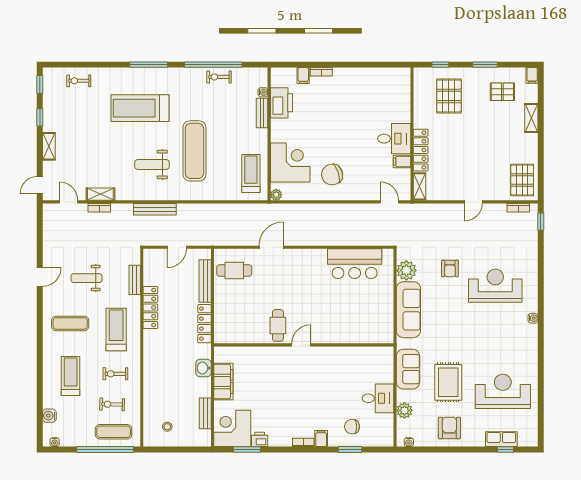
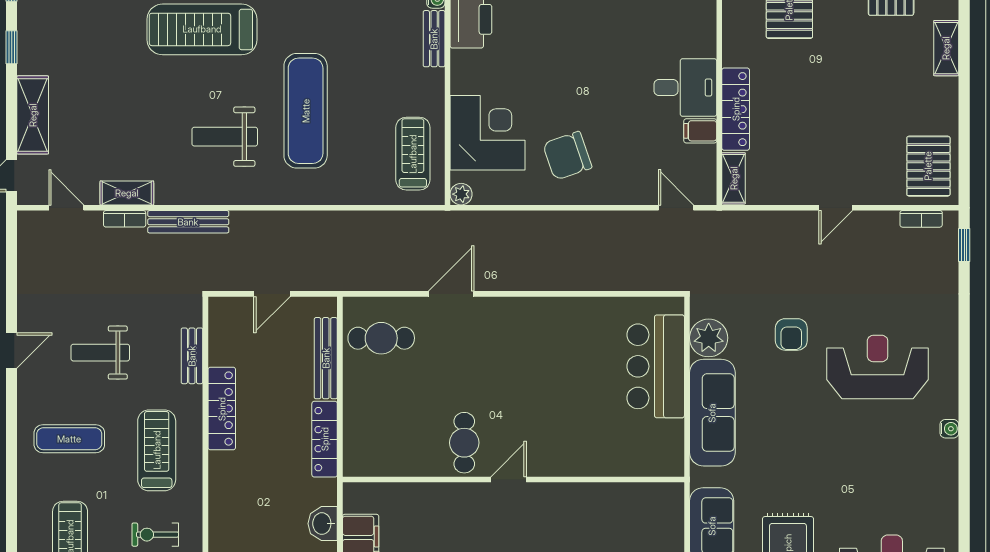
shelving: (49, 146) -> (33, 115), width x1.50, depth x1.33
bench: (155, 209) -> (188, 222), moved
bar counter: (355, 264) -> (656, 366), moved, turned 90

